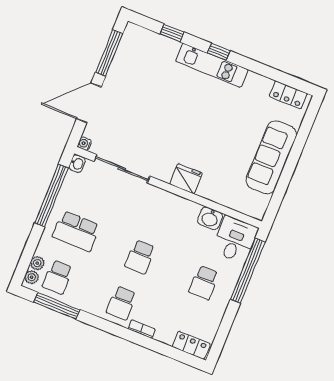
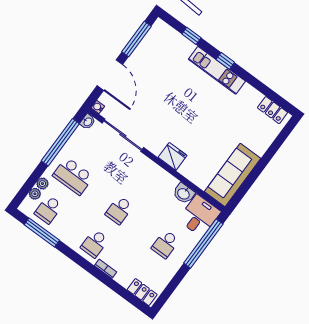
door: (89, 103) -> (110, 75), swing flipped
sofa: (271, 157) -> (233, 175), moved
plant: (32, 277) -> (42, 184), moved

